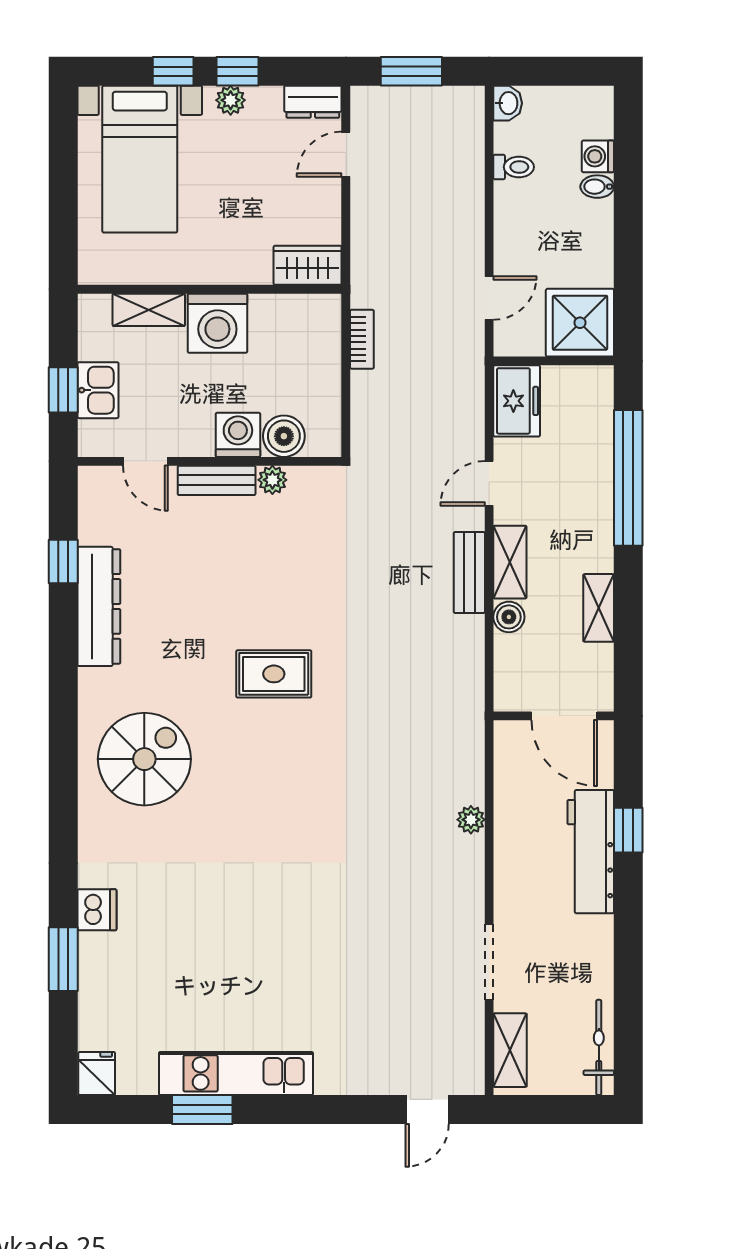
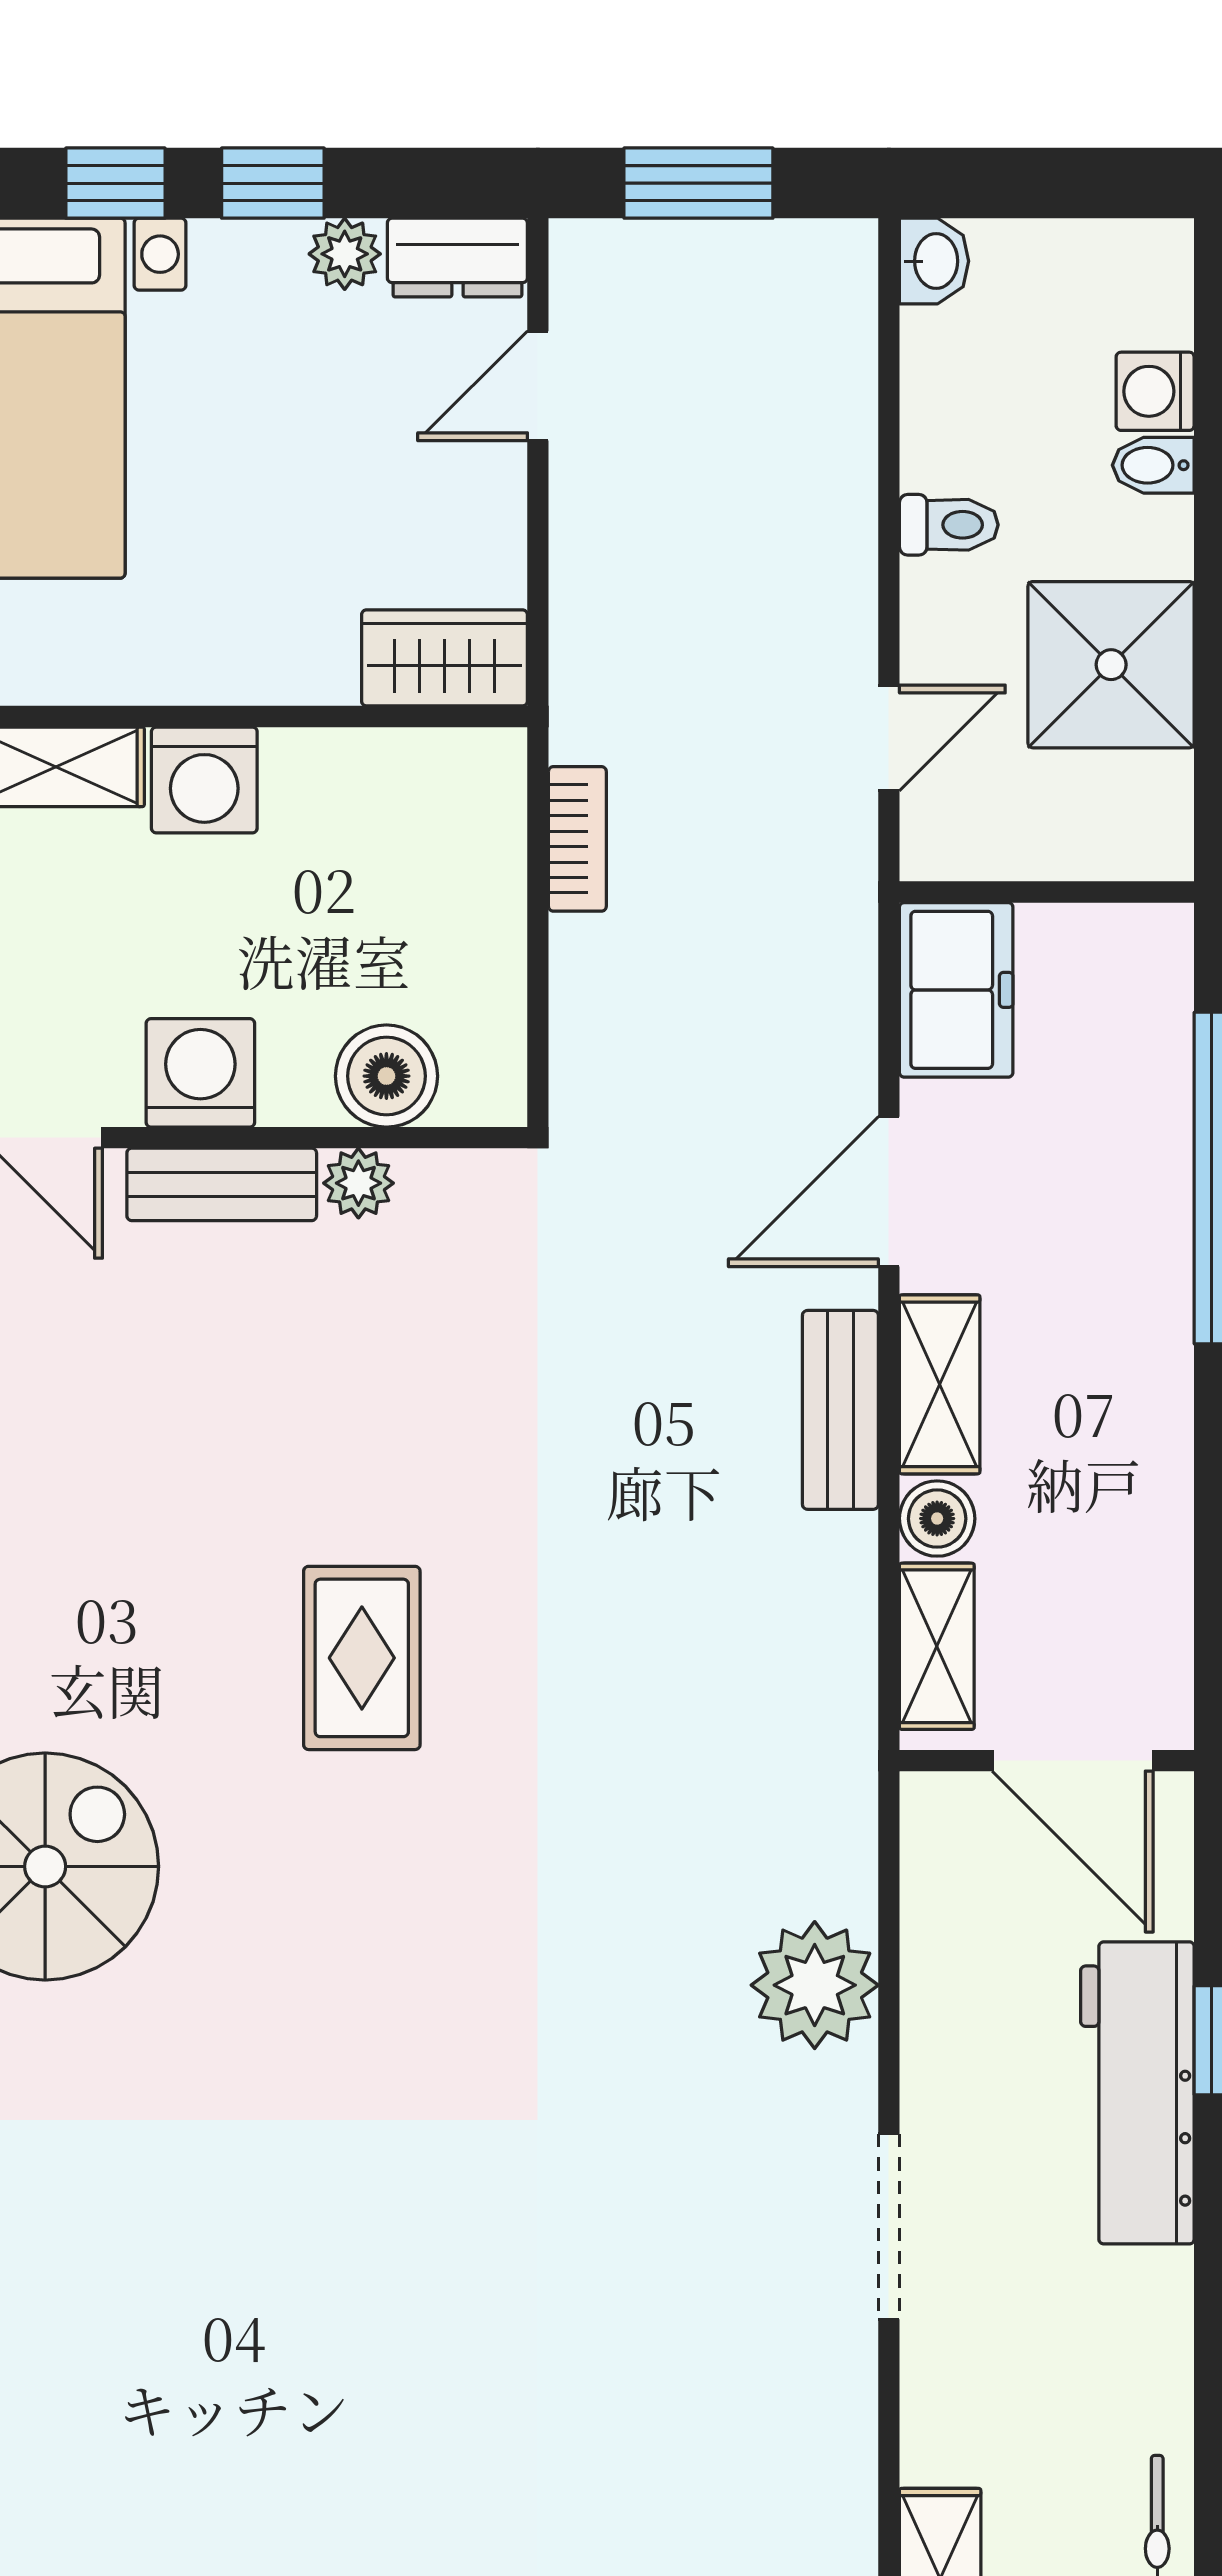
plant: (231, 100) -> (345, 254), moved
toilet: (514, 167) -> (949, 525), moved
washing machine: (217, 323) -> (204, 780), width x0.73, depth x0.73
shower: (580, 323) -> (1111, 665), moved
washing machine: (238, 435) -> (200, 1073), moved
door: (489, 483) -> (889, 1192), width x1.38
shelving: (599, 608) -> (937, 1646), moved
rug: (274, 674) -> (362, 1658), turned 90
plant: (471, 820) -> (815, 1985), width x1.88, depth x1.88
doorway: (489, 962) -> (889, 2227), moved

